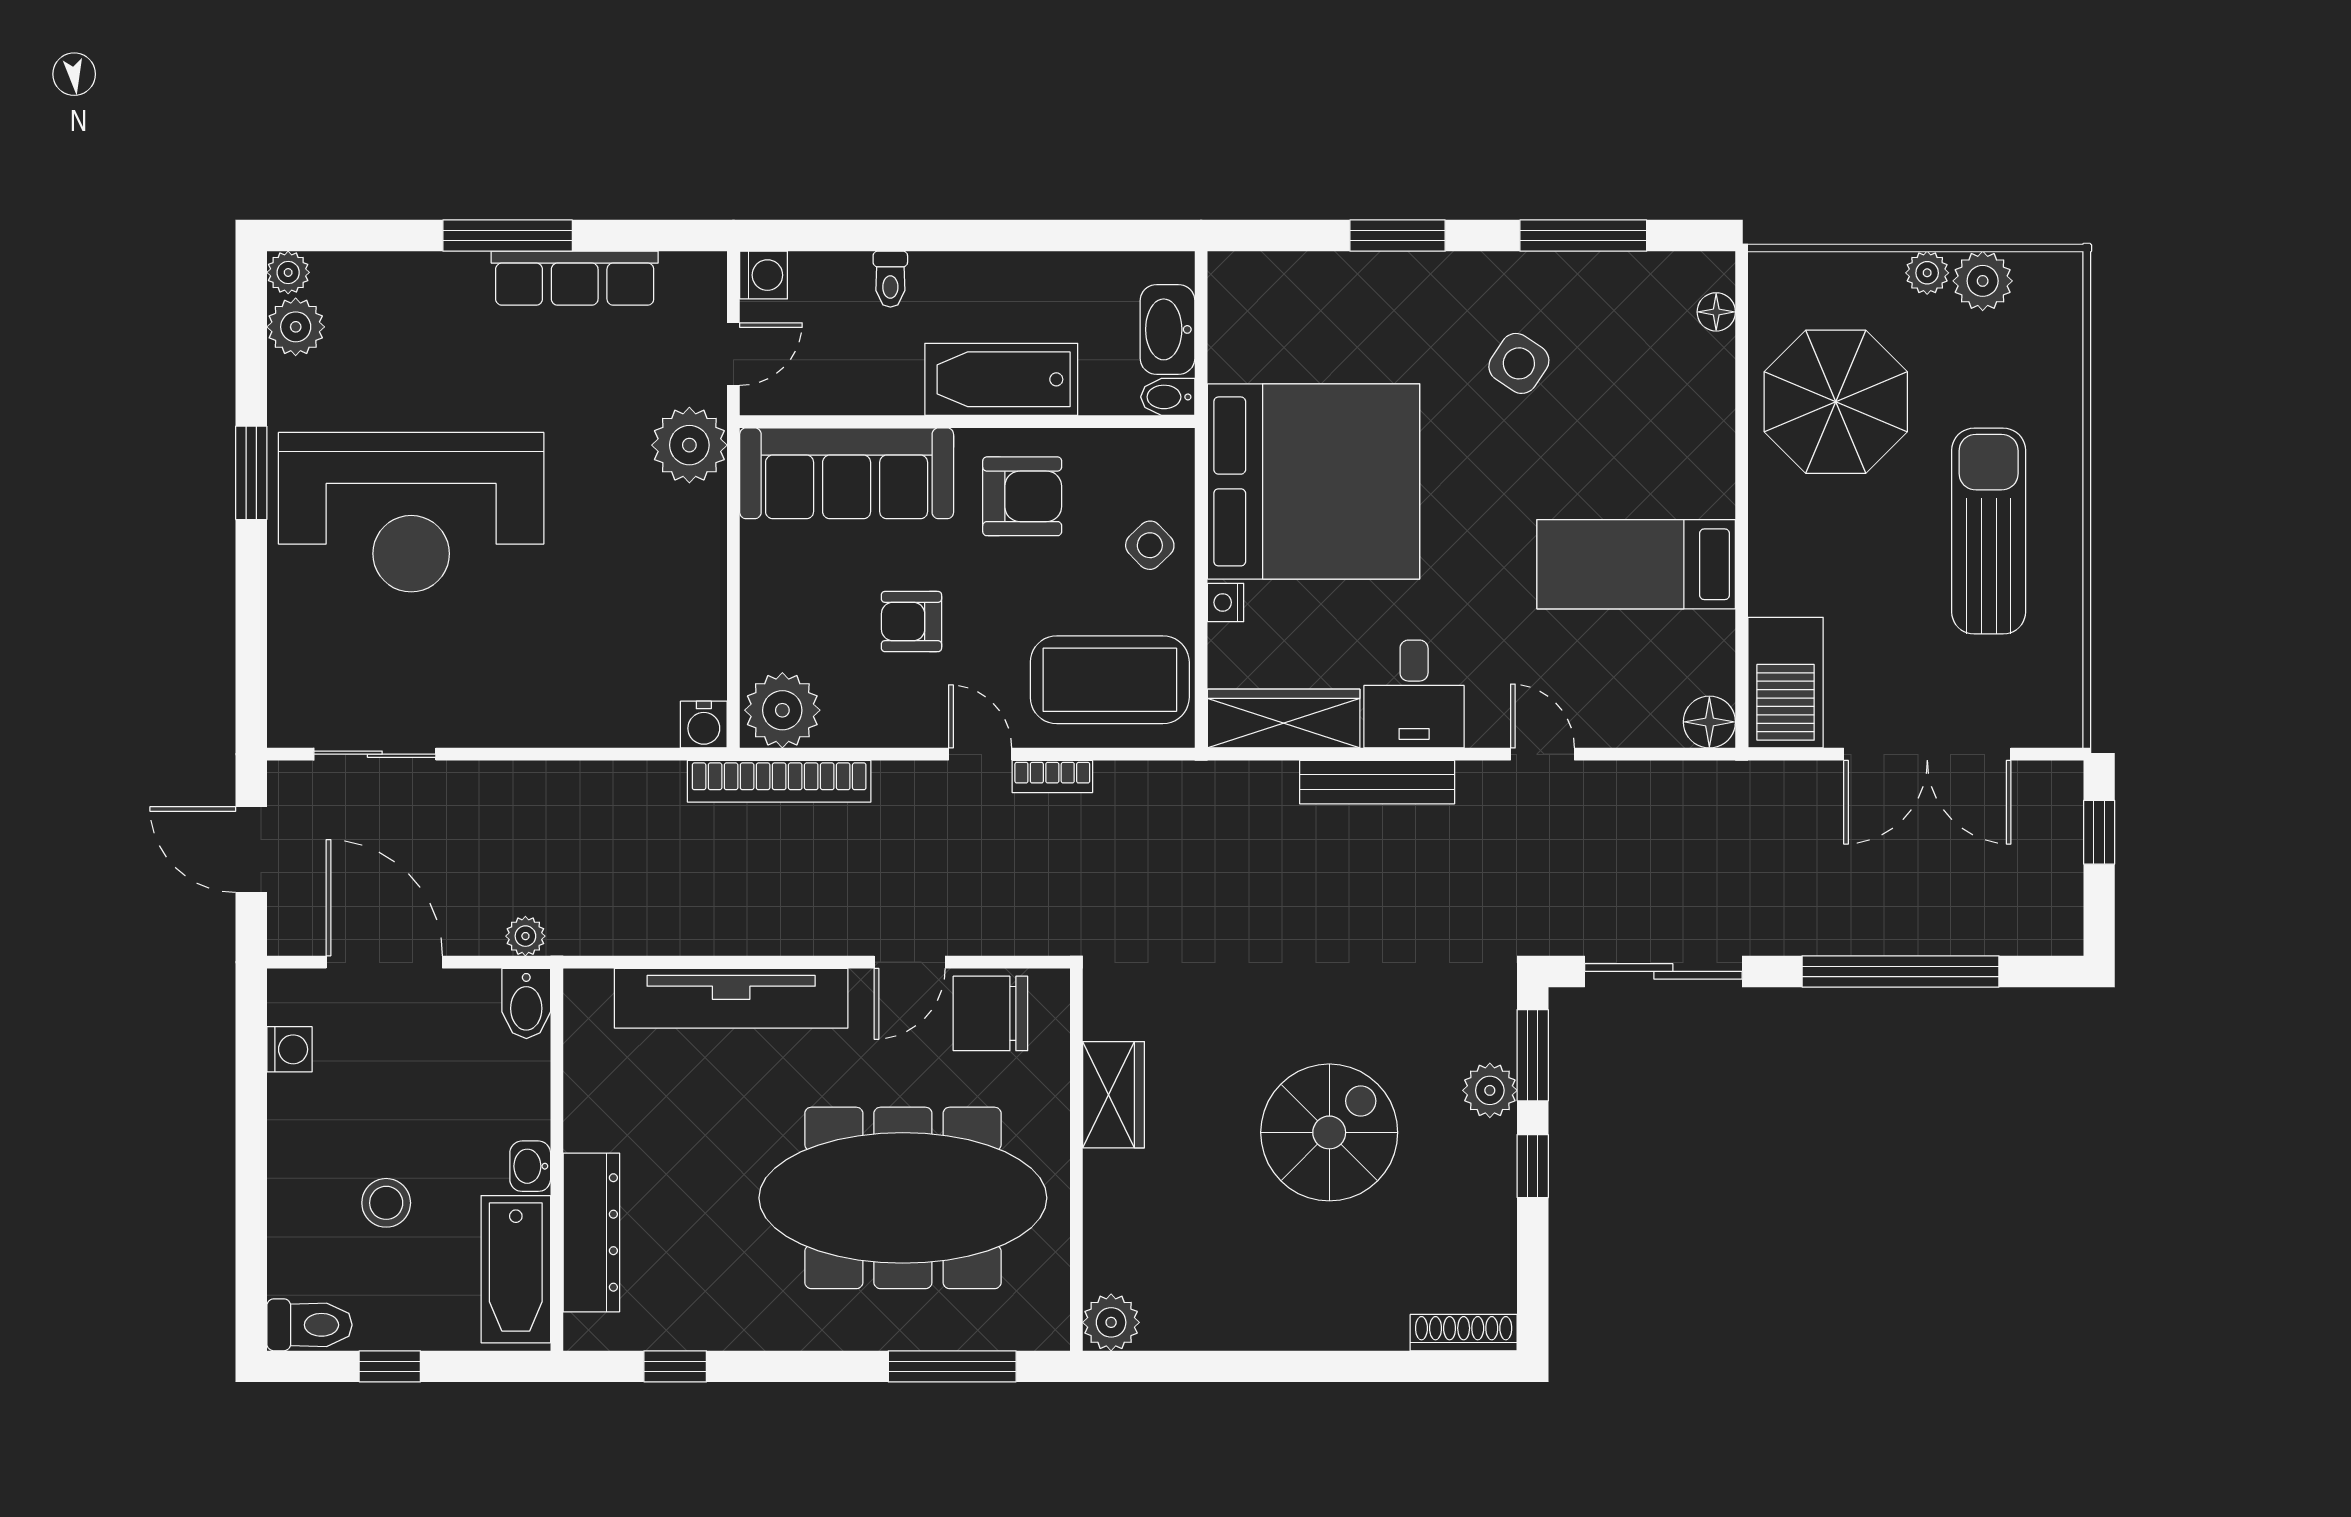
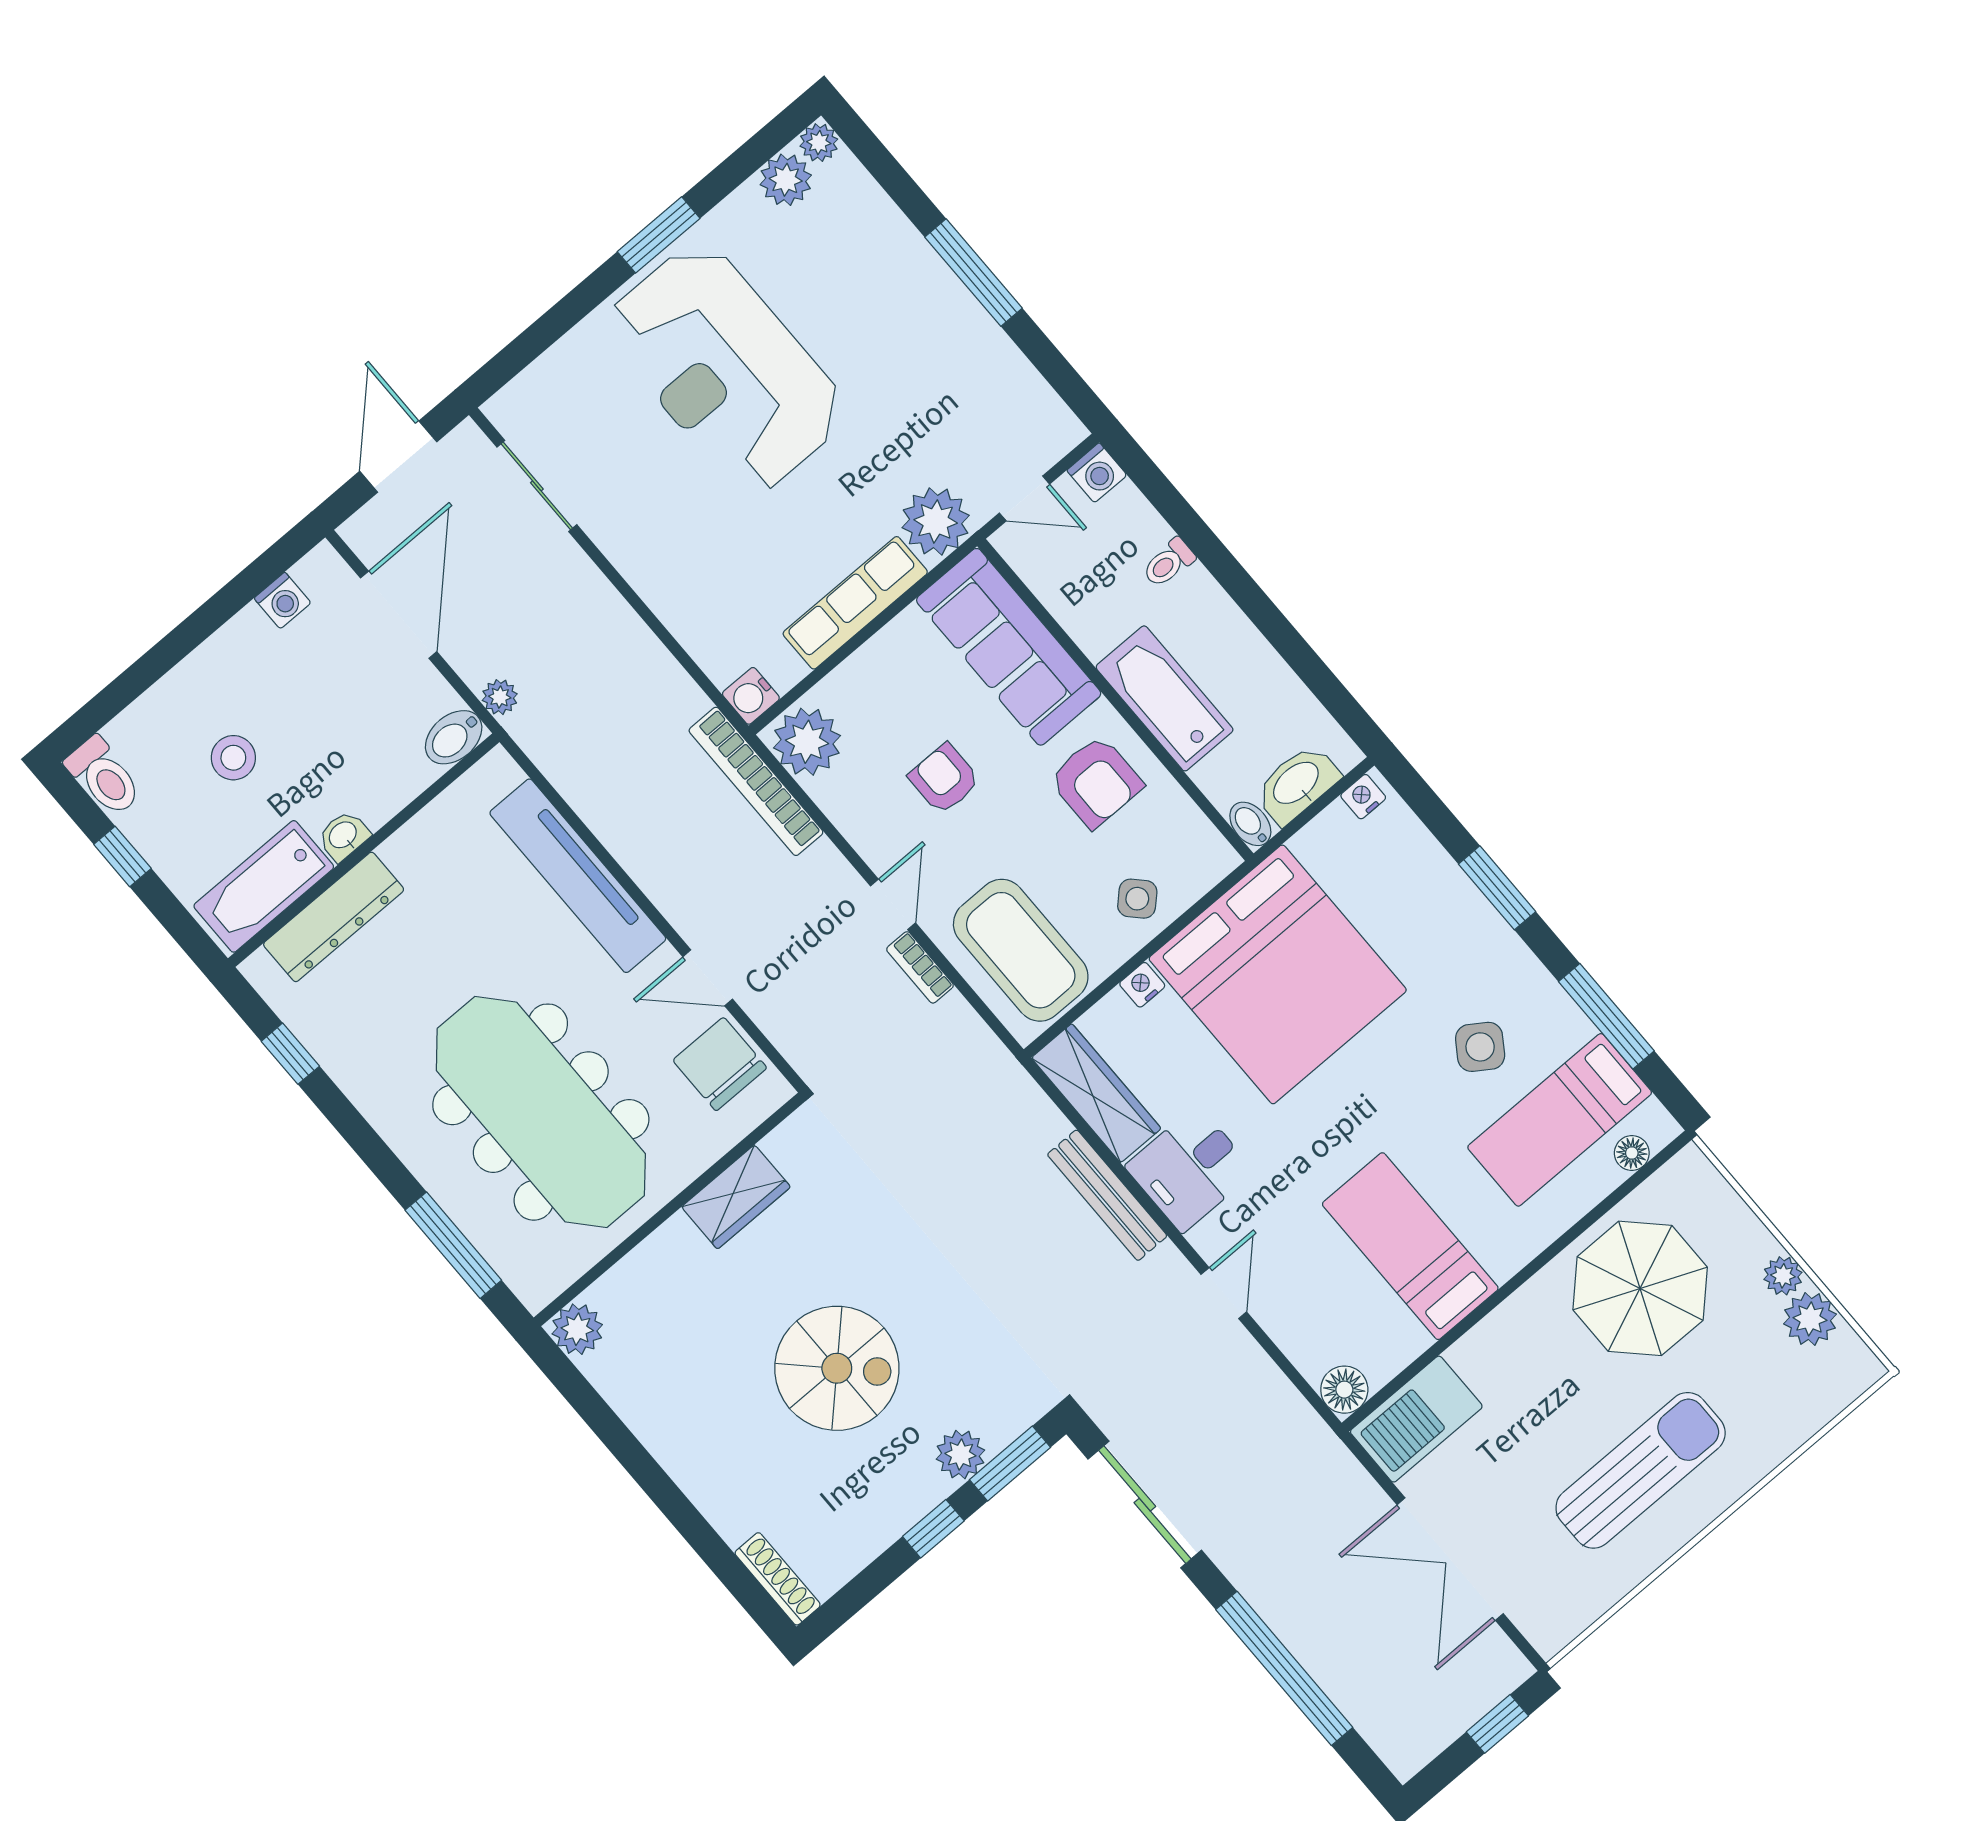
row of seats: (575, 278) -> (855, 603), moved, turned 90
nightstand: (1225, 283) -> (1363, 797), added
bed: (1637, 349) -> (1560, 1120), added

